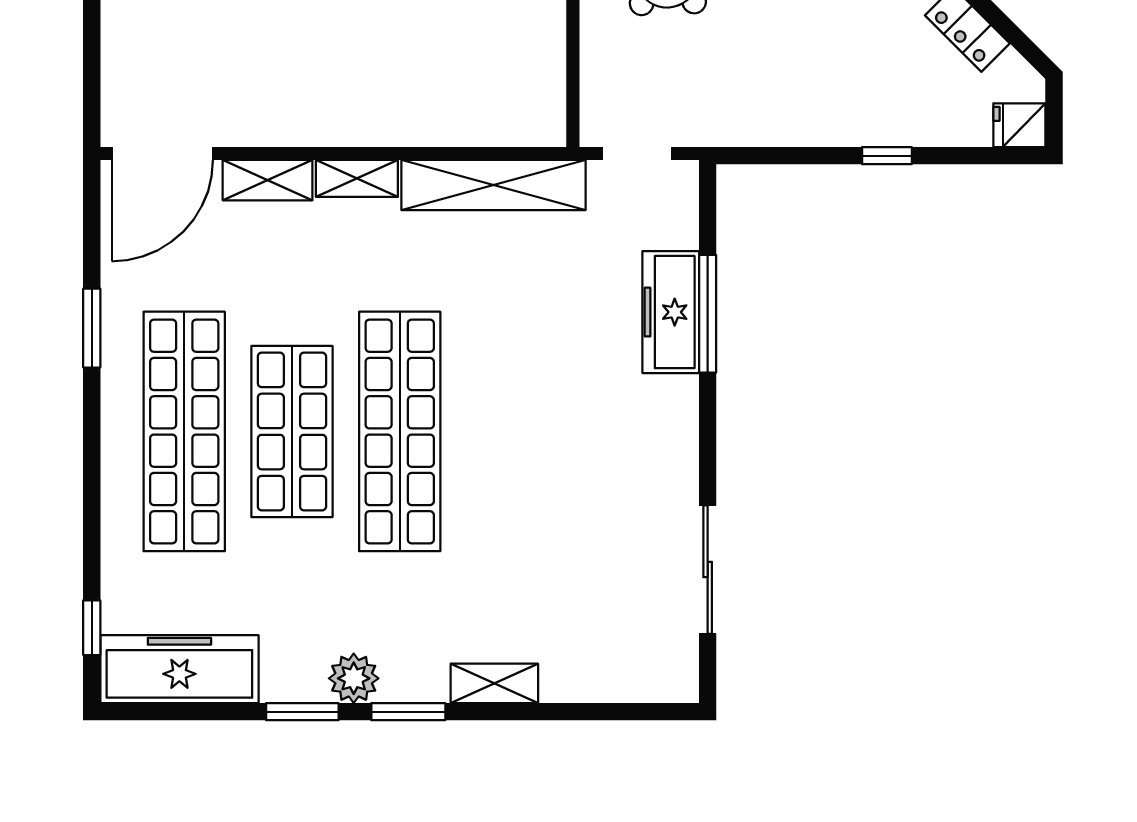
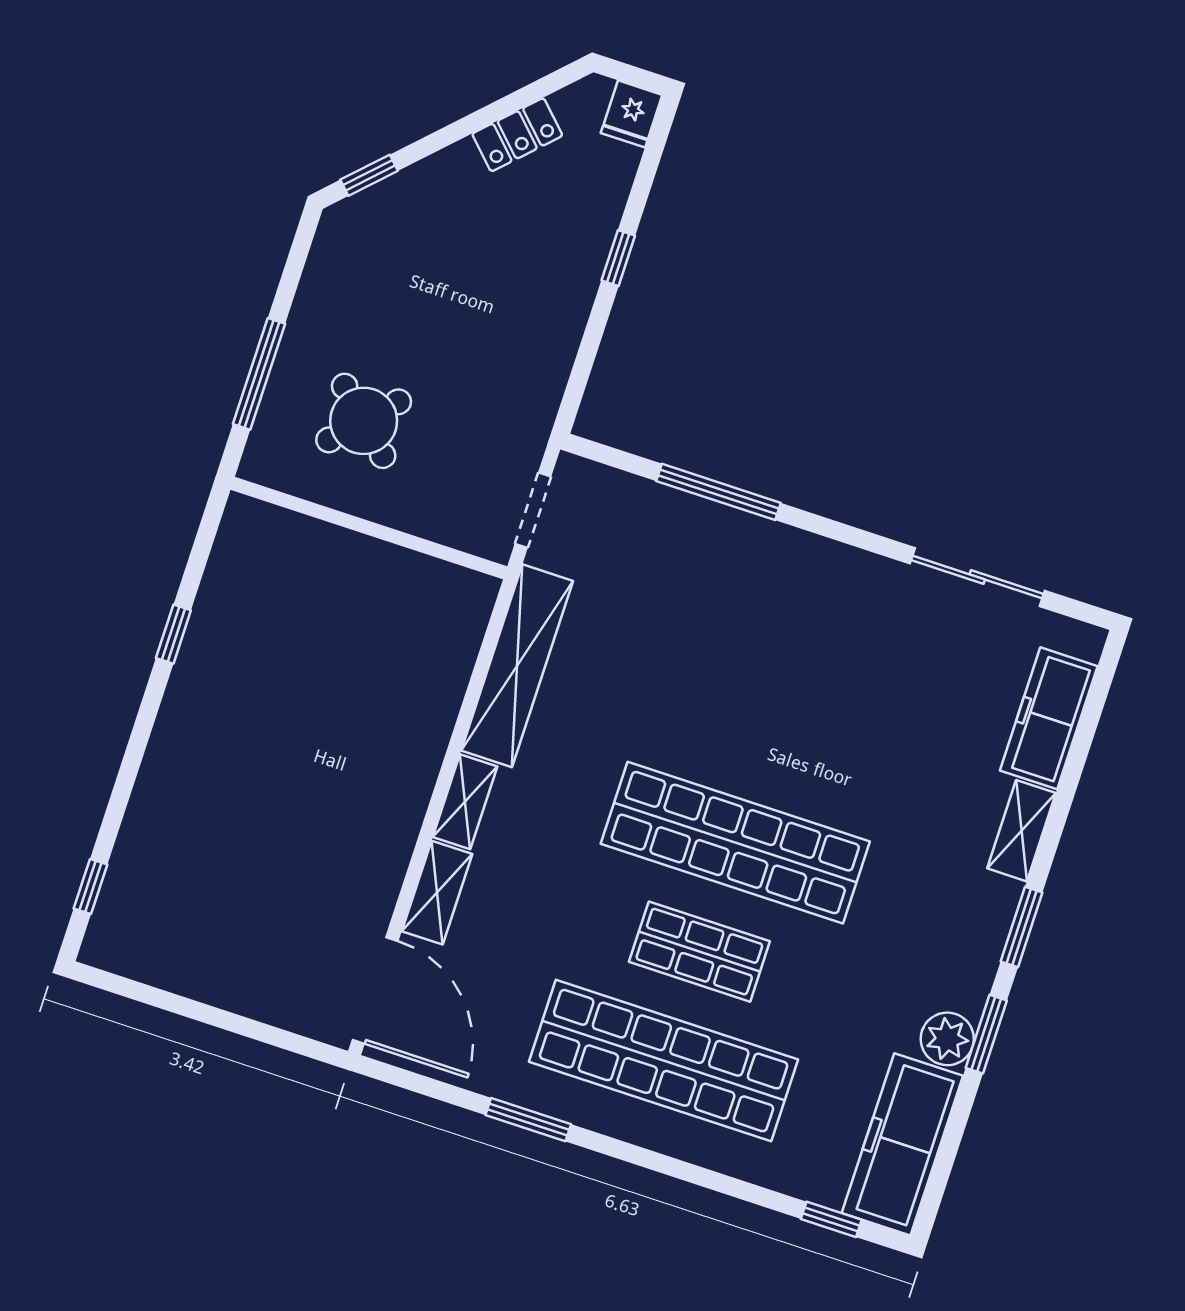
freezer: (671, 312) -> (1049, 718), moved, turned 90
shop shelf: (292, 431) -> (699, 952), width x0.70, depth x0.74
plant: (354, 678) -> (947, 1039), moved

